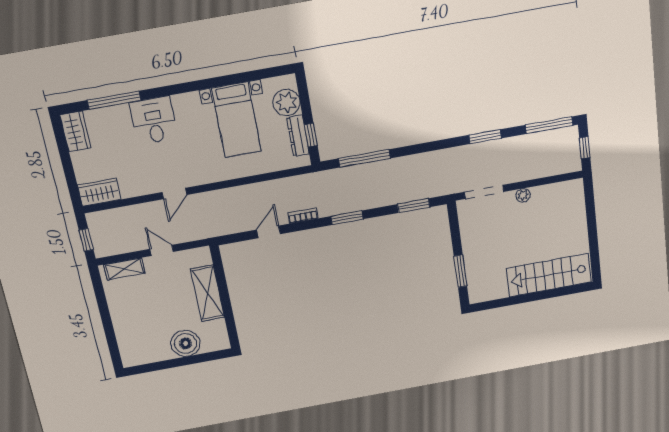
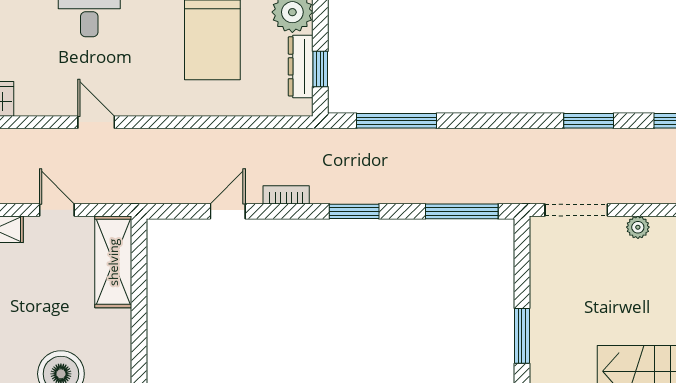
door: (174, 193) -> (96, 122), swing flipped
window: (414, 206) -> (462, 211), width x1.44
shelving: (208, 293) -> (113, 262), moved

